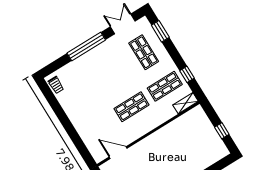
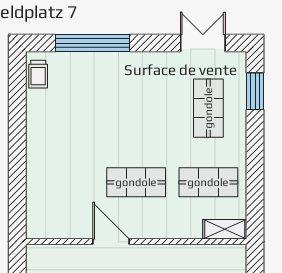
window: (86, 46) -> (92, 43), moved
window: (187, 74) -> (255, 185), removed
door: (118, 153) -> (111, 242), moved

